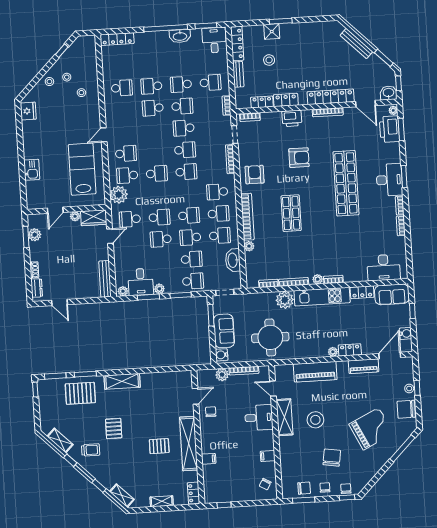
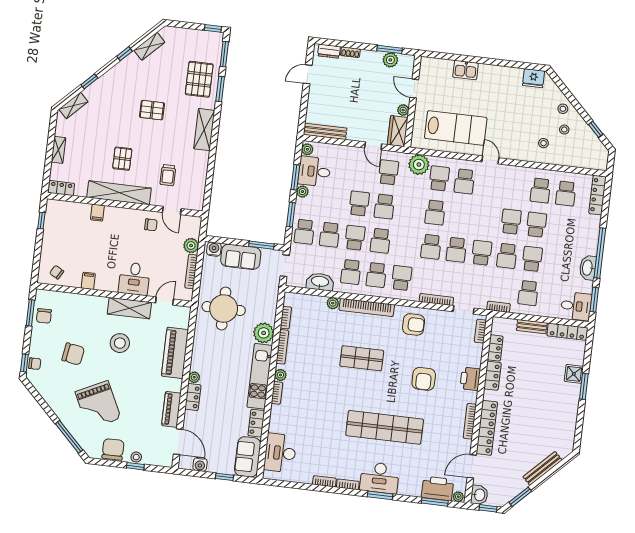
stool: (269, 60) -> (542, 365), removed
school desk: (121, 66) -> (566, 193), added
trolley: (91, 450) -> (168, 175), moved
chair: (325, 488) -> (40, 340), removed

